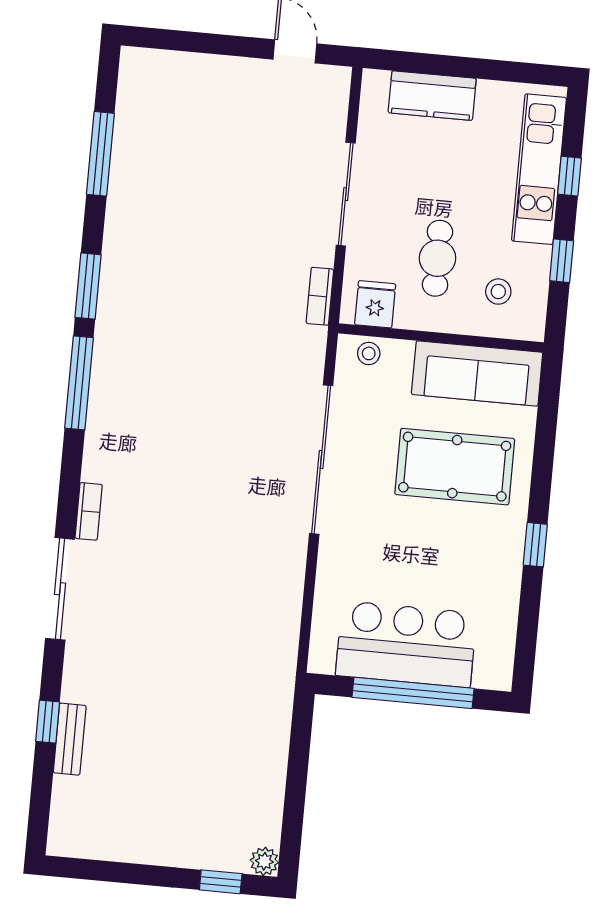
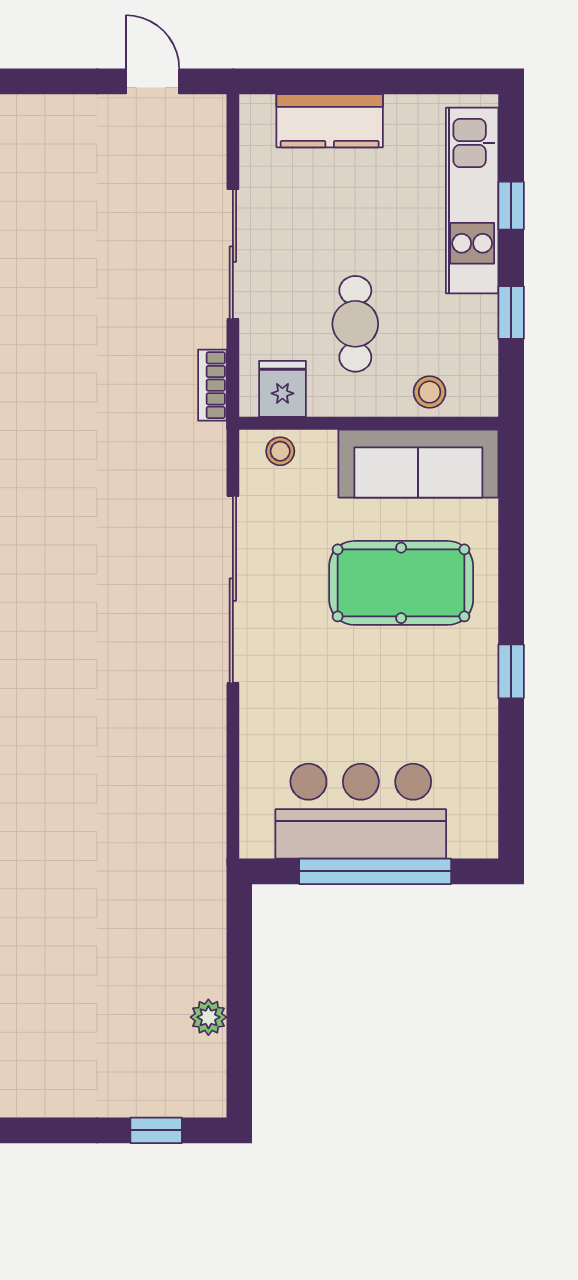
stool: (498, 292) -> (430, 392), moved
plant: (264, 861) -> (208, 1017), moved

